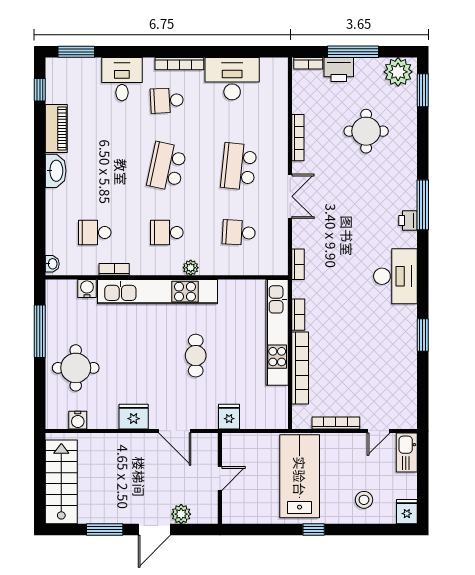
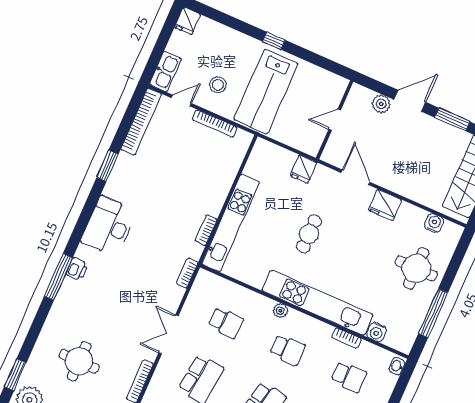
bookcase: (300, 368) -> (141, 122), moved, turned 180
stool: (364, 500) -> (218, 85), moved

